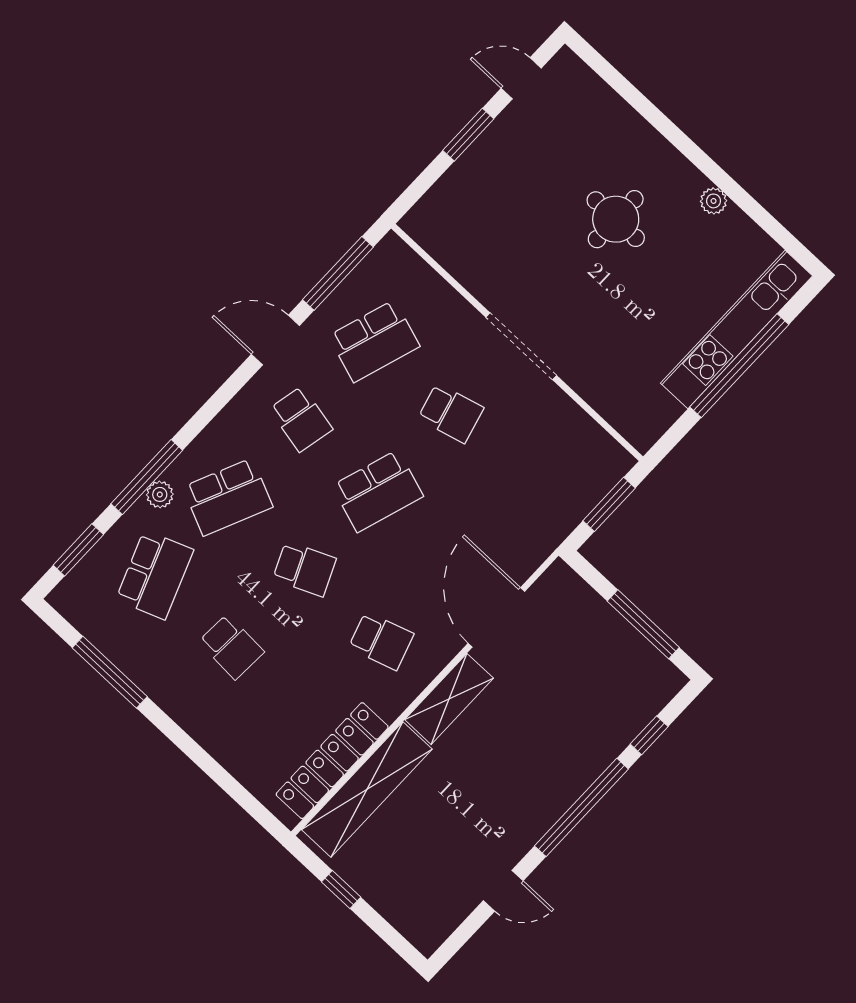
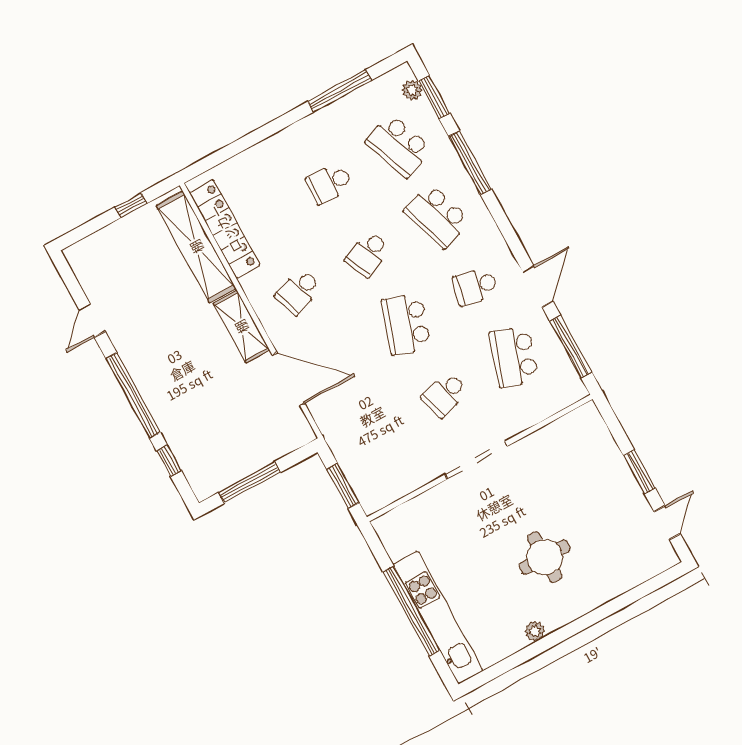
plant: (160, 494) -> (412, 90), moved
school desk: (228, 497) -> (437, 216), turned -42

